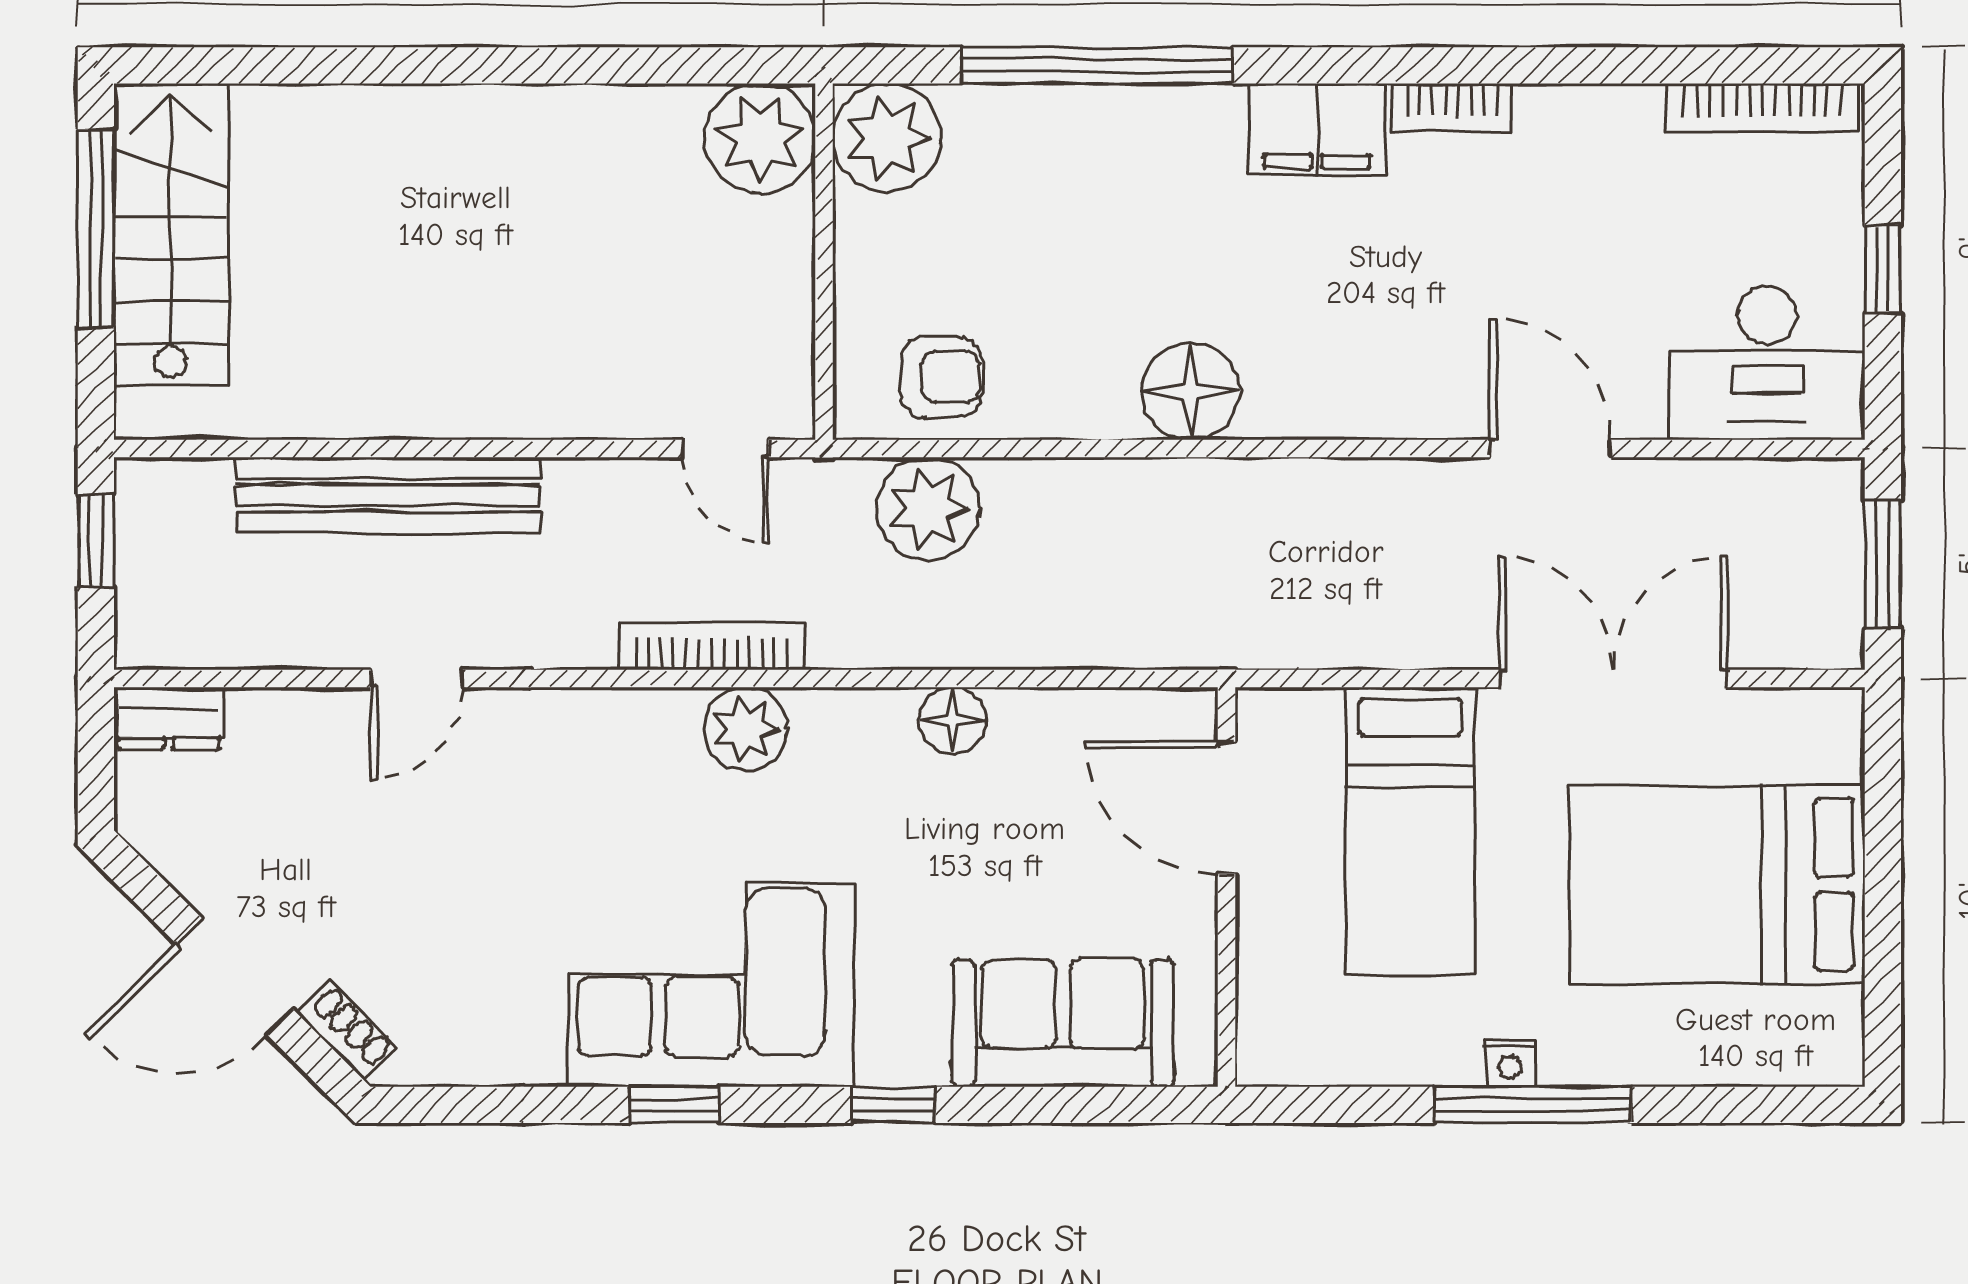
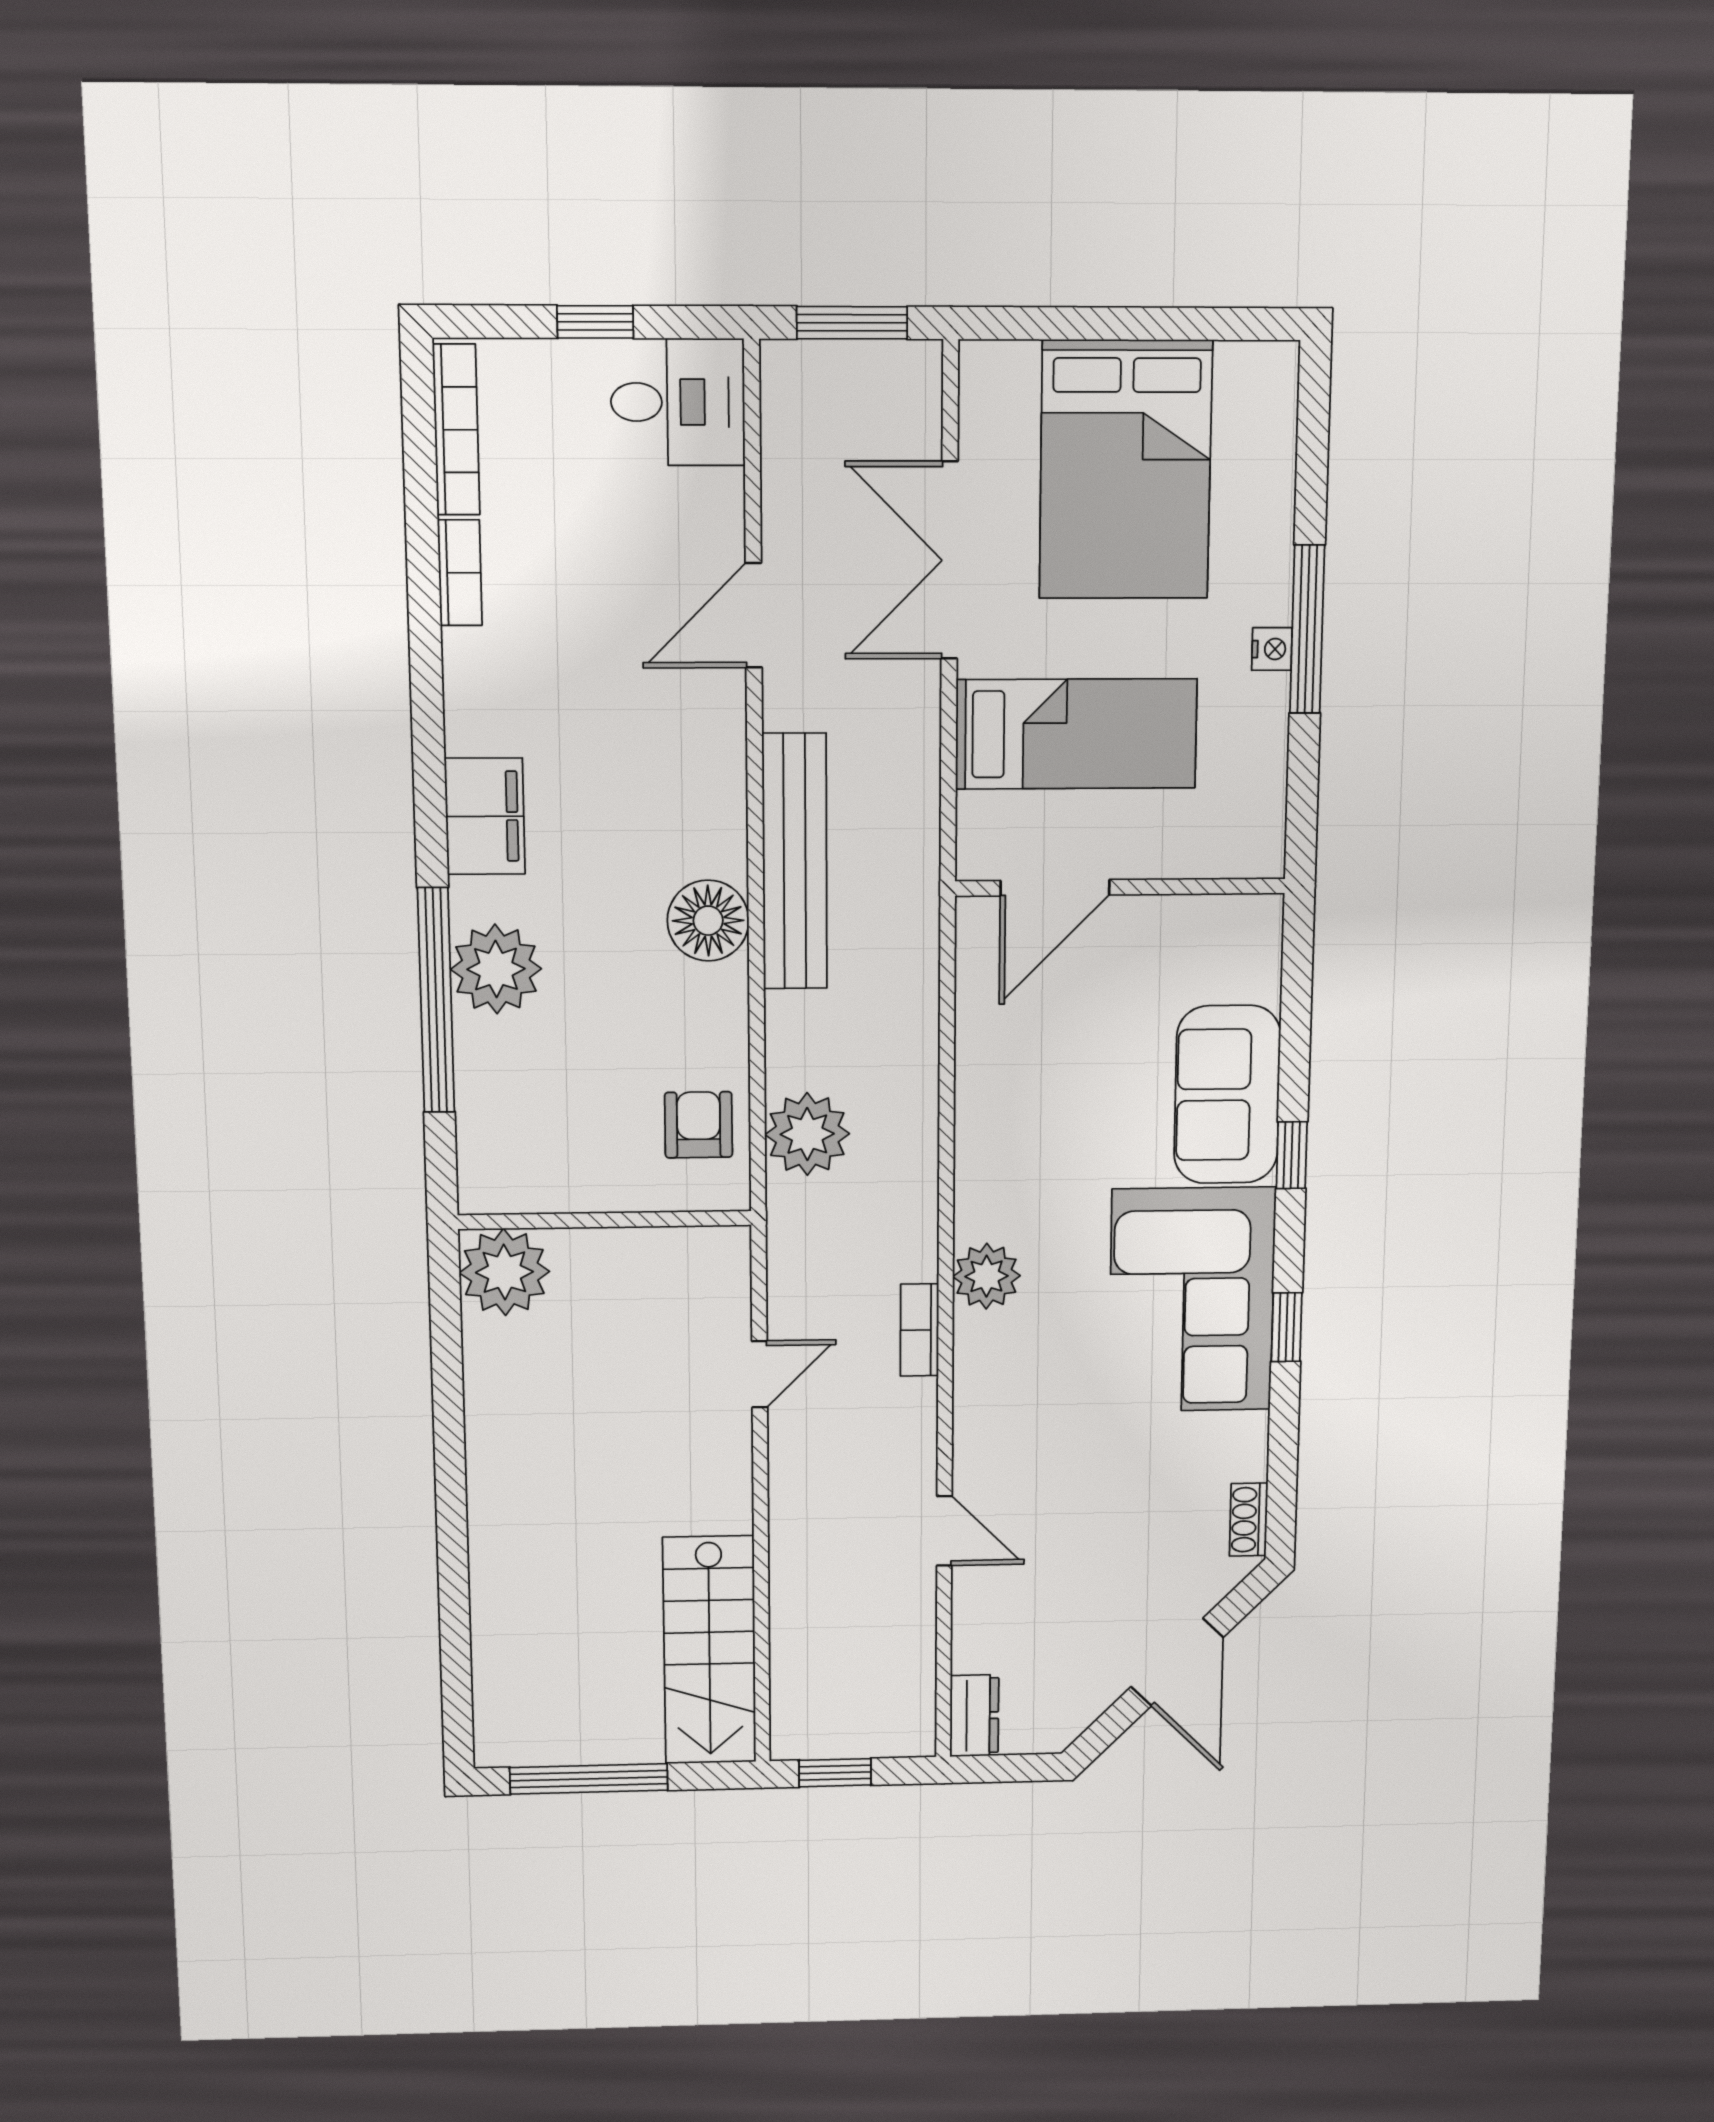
bookcase: (1452, 108) -> (460, 573), moved
plant: (887, 138) -> (496, 969), moved
stairs: (171, 234) -> (710, 1650), moved, turned -90
desk: (1767, 363) -> (678, 402), width x0.73
door: (726, 449) -> (760, 1374), moved
bench: (388, 495) -> (795, 862), moved
bookcase: (712, 646) -> (919, 1330), width x0.64
floor lamp: (952, 720) -> (981, 1112), removed
sofa: (1063, 1023) -> (1227, 1095), moved
shoe rack: (347, 1031) -> (1249, 1520), moved, turned -45

